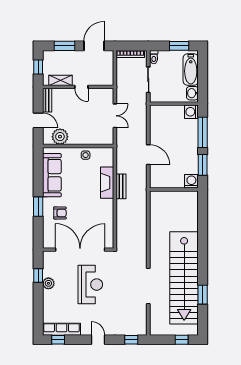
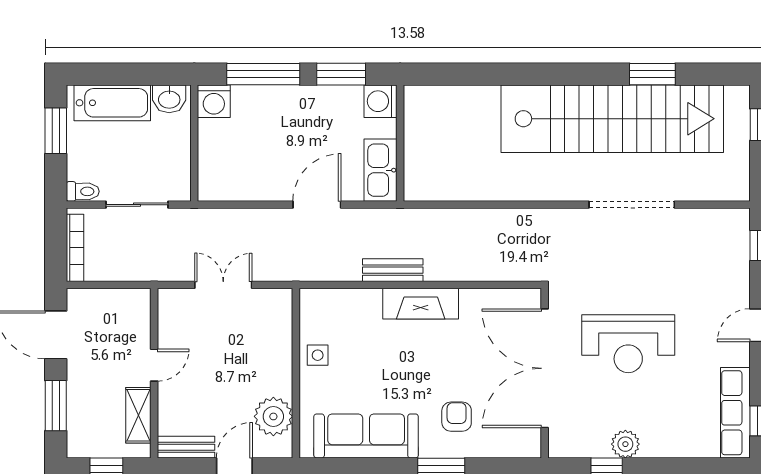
kitchen sink: (163, 181) -> (380, 170), added
fireplace: (107, 183) -> (421, 304), moved
reception desk: (90, 285) -> (628, 344), turned 180

